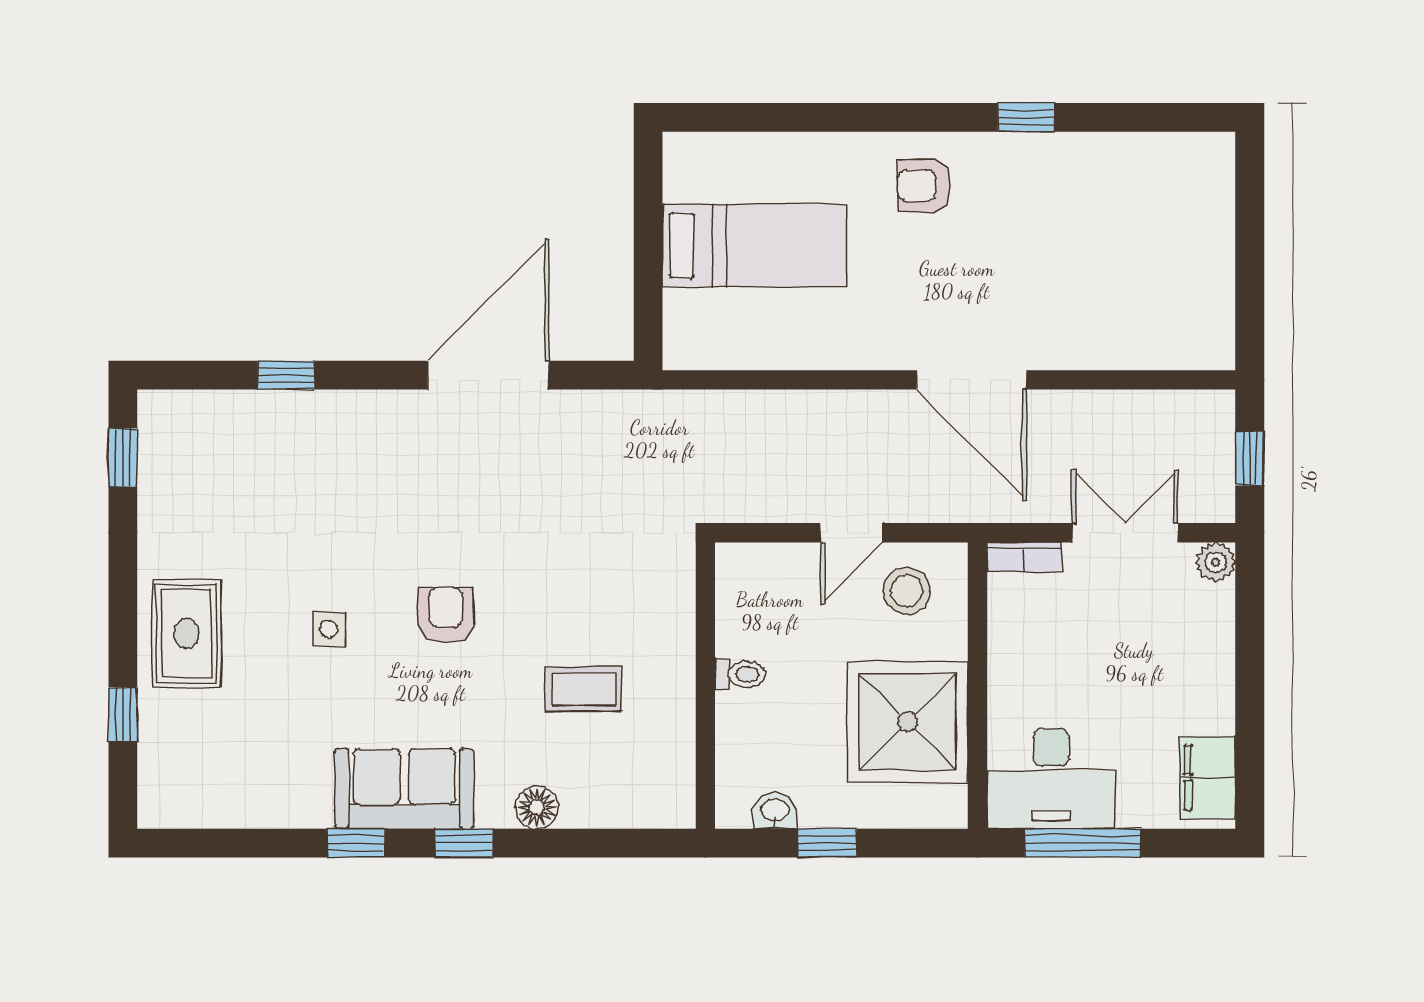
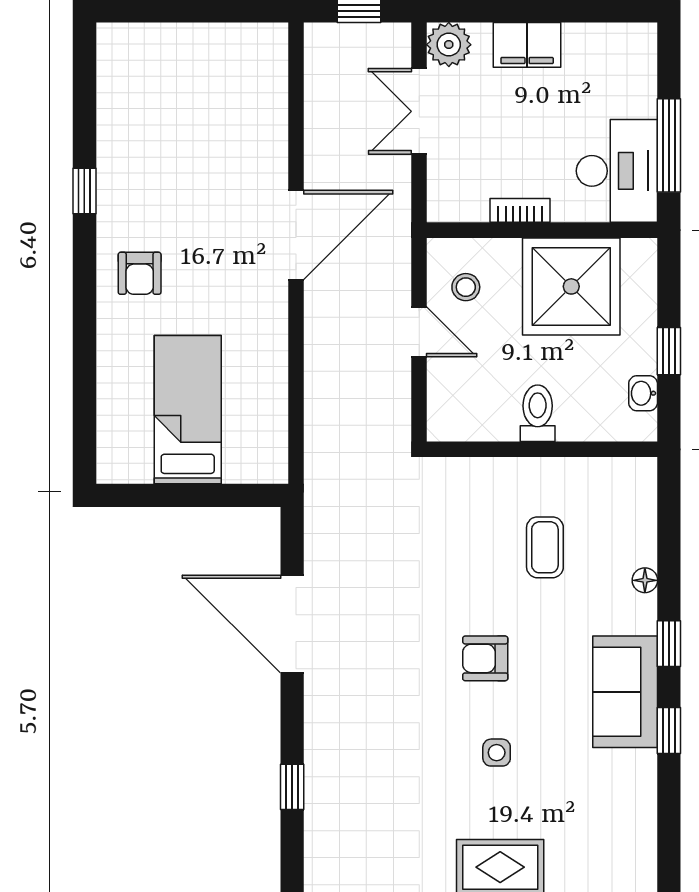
bookcase: (1024, 557) -> (520, 210), moved, turned -90
plant: (1215, 562) -> (449, 45), width x1.38, depth x1.38
stool: (907, 591) -> (466, 287), width x0.73, depth x0.73
toilet: (740, 674) -> (538, 413), width x1.37, depth x1.39
filing cabinet: (1208, 778) -> (527, 45), moved
floor lamp: (537, 807) -> (645, 580), width x0.73, depth x0.73

